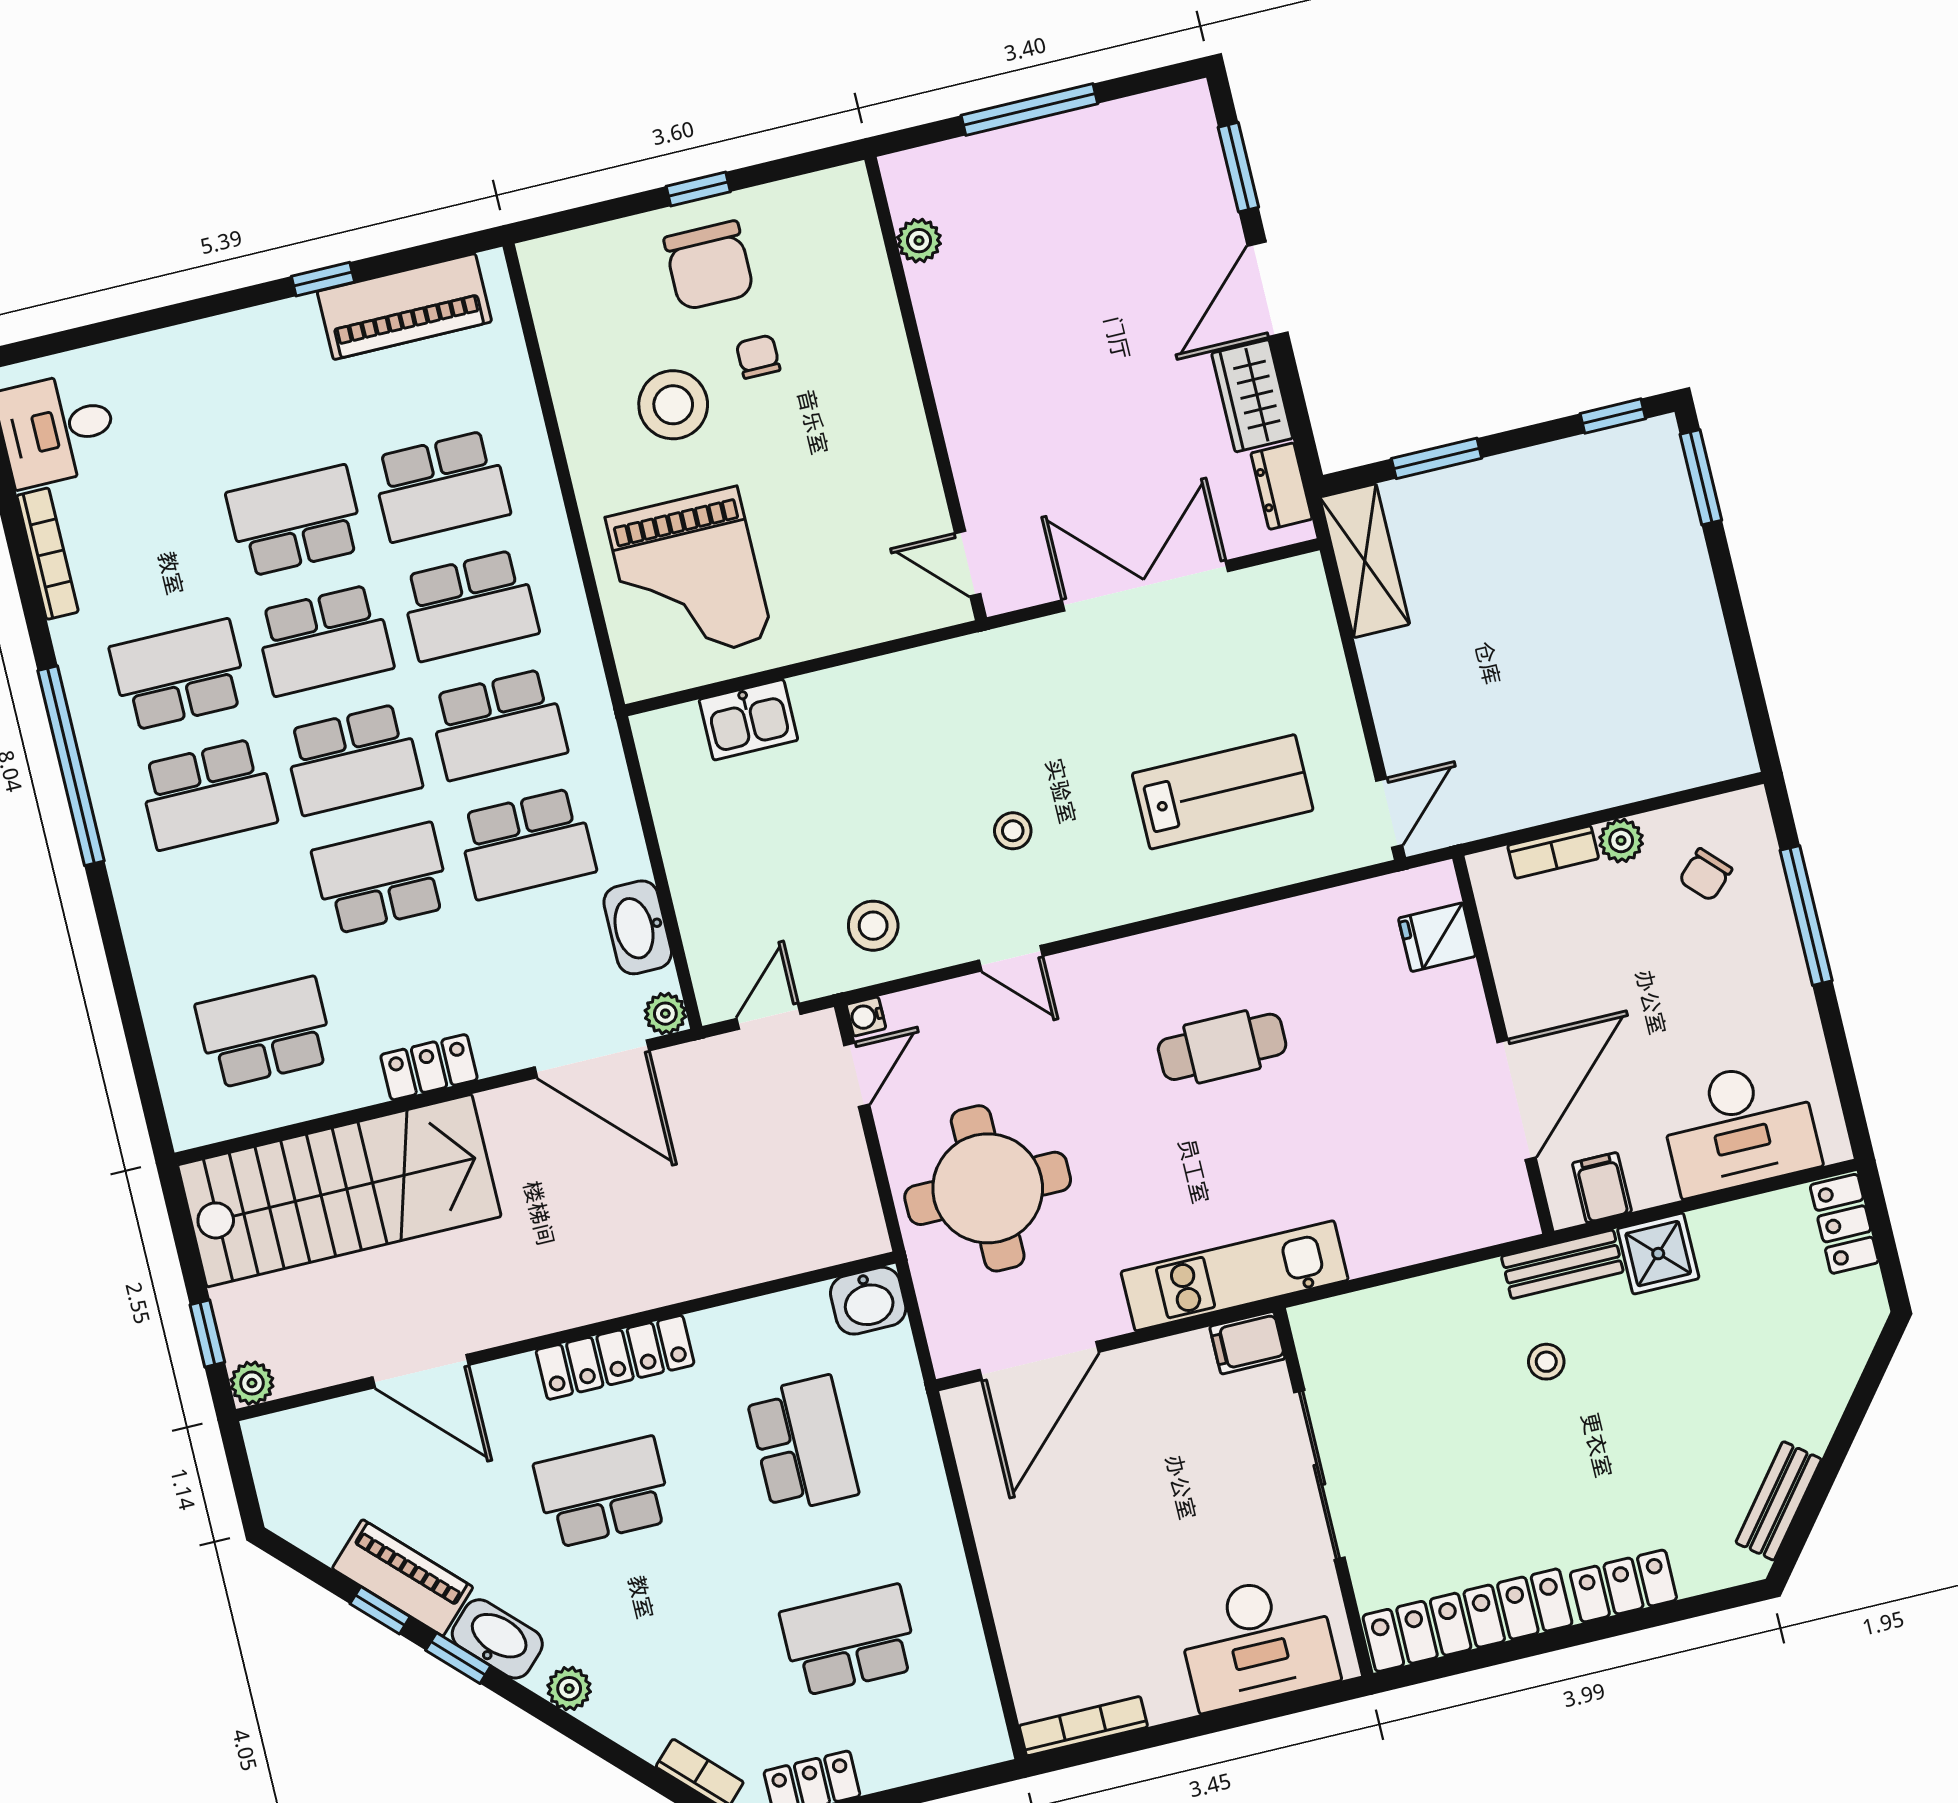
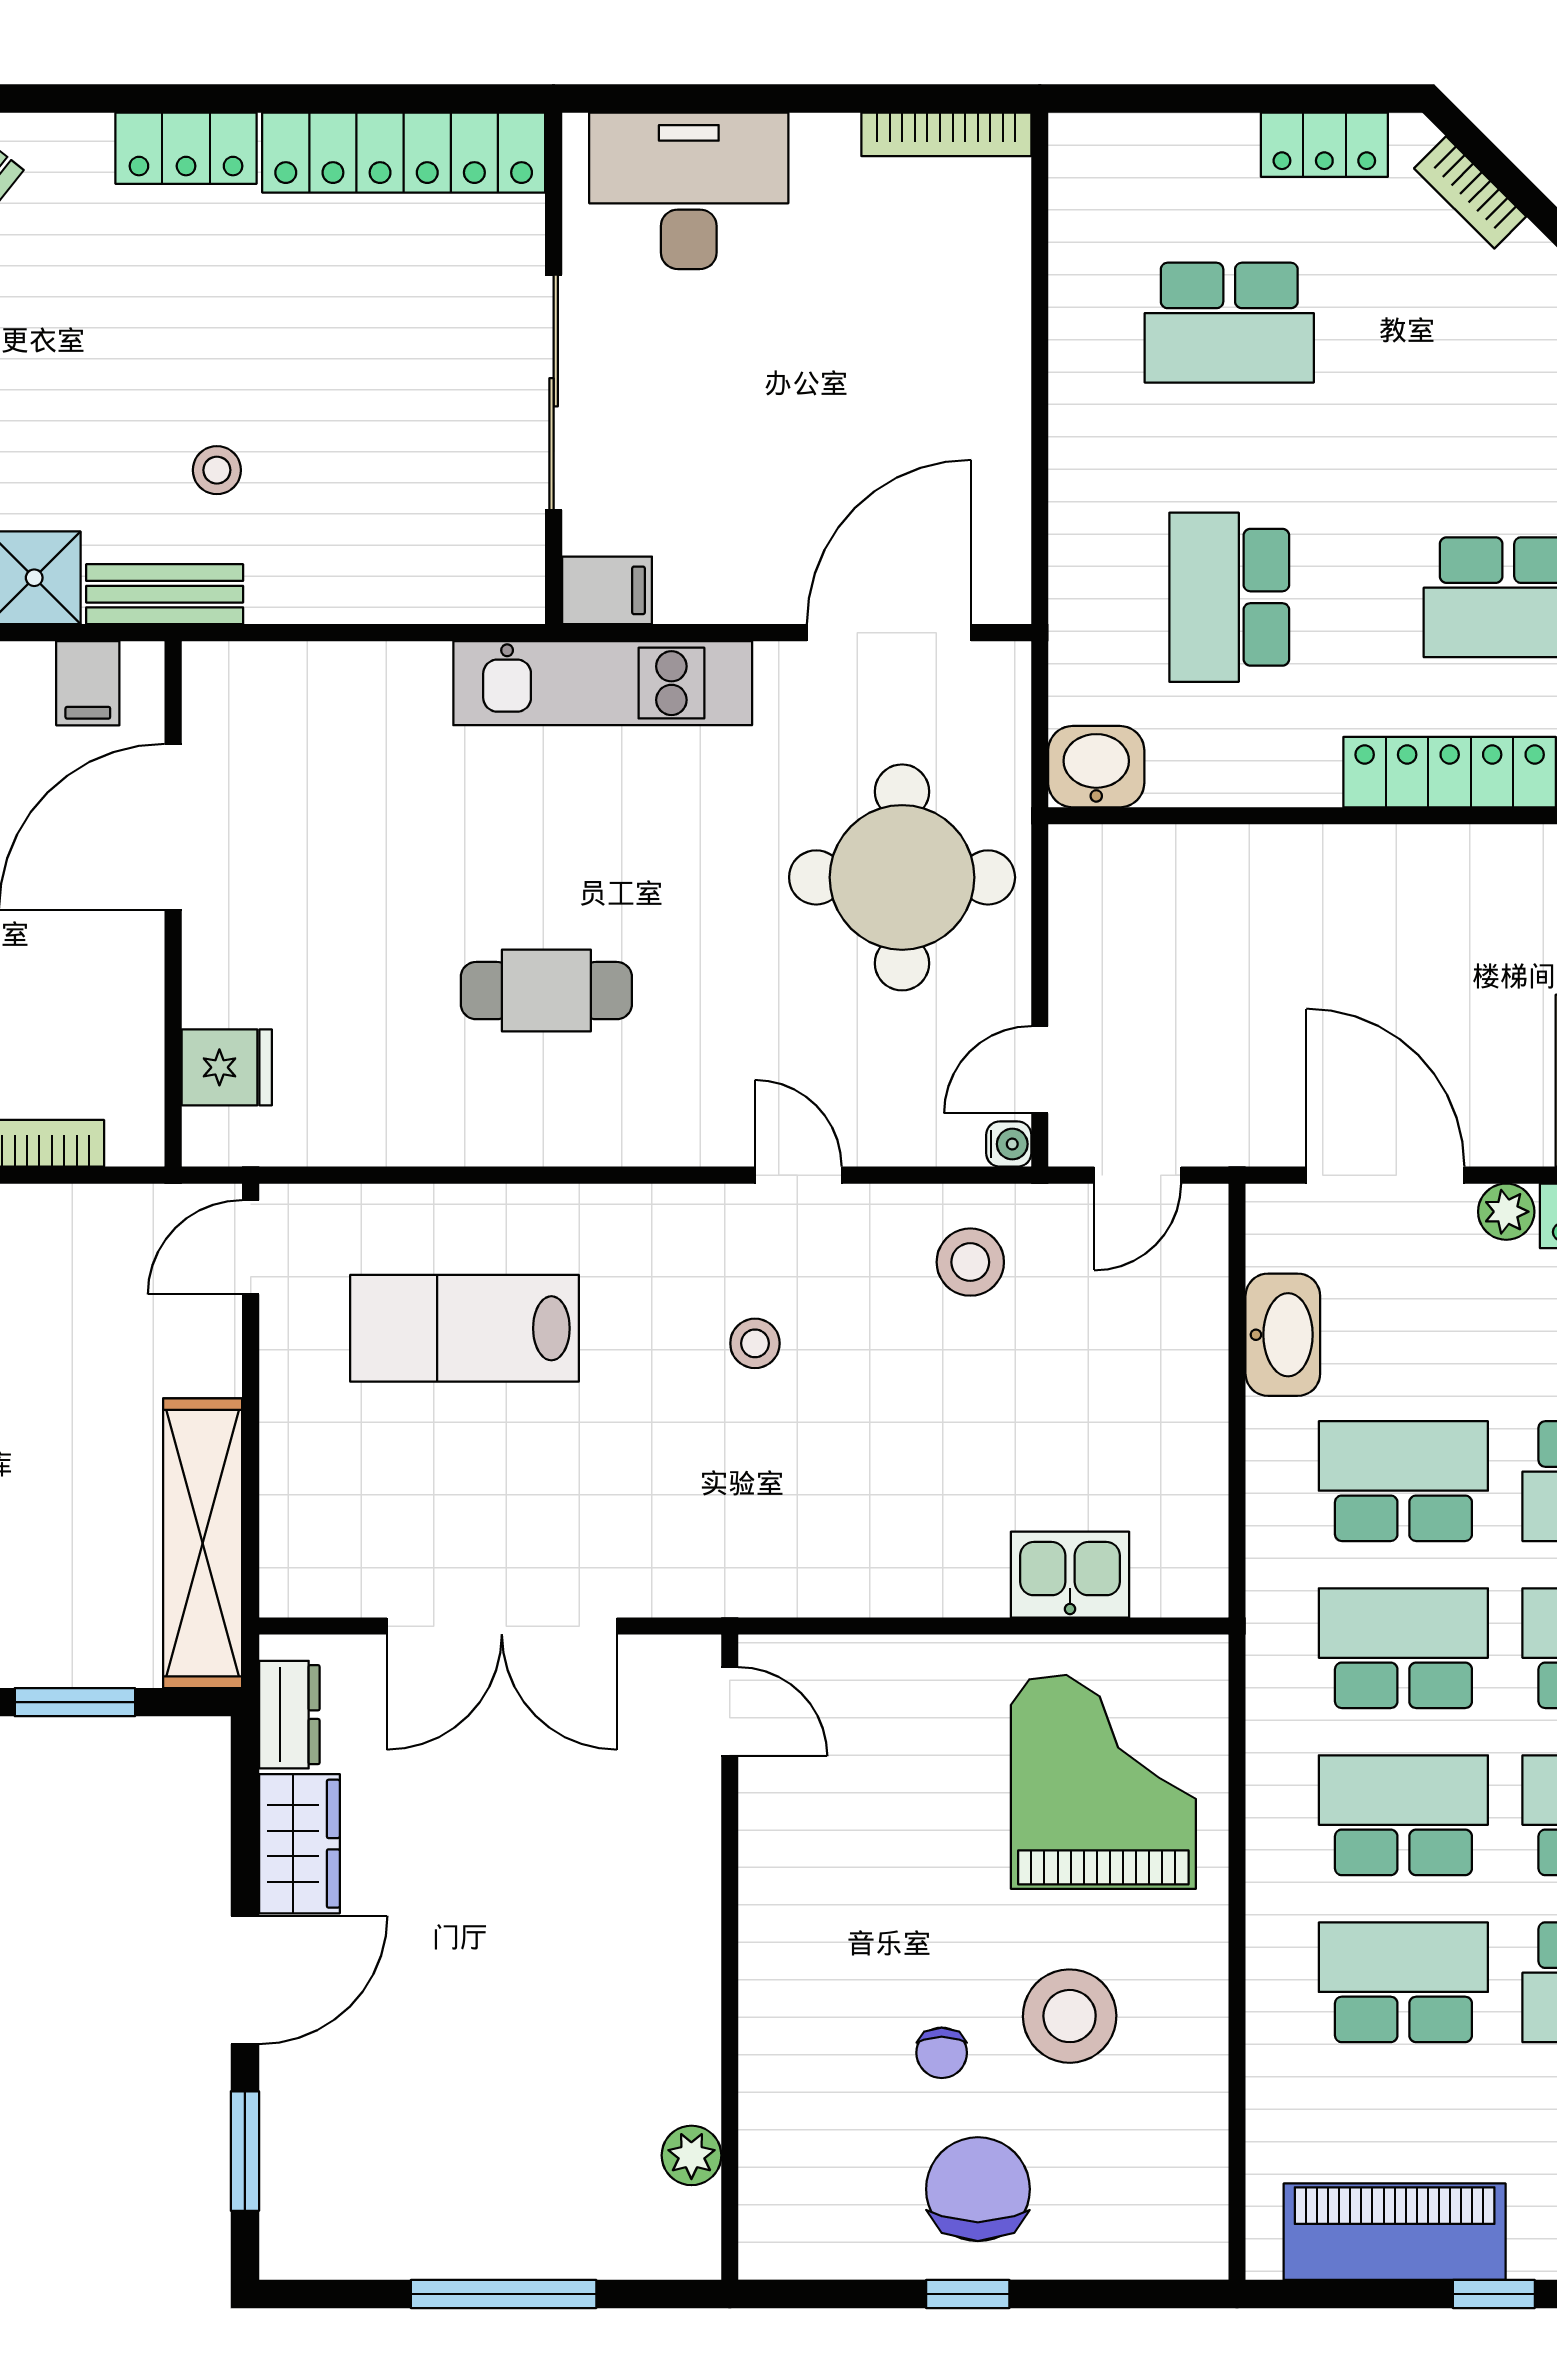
shelving: (1365, 561) -> (203, 1543), width x1.47
plant: (665, 1014) -> (1506, 1212), moved

